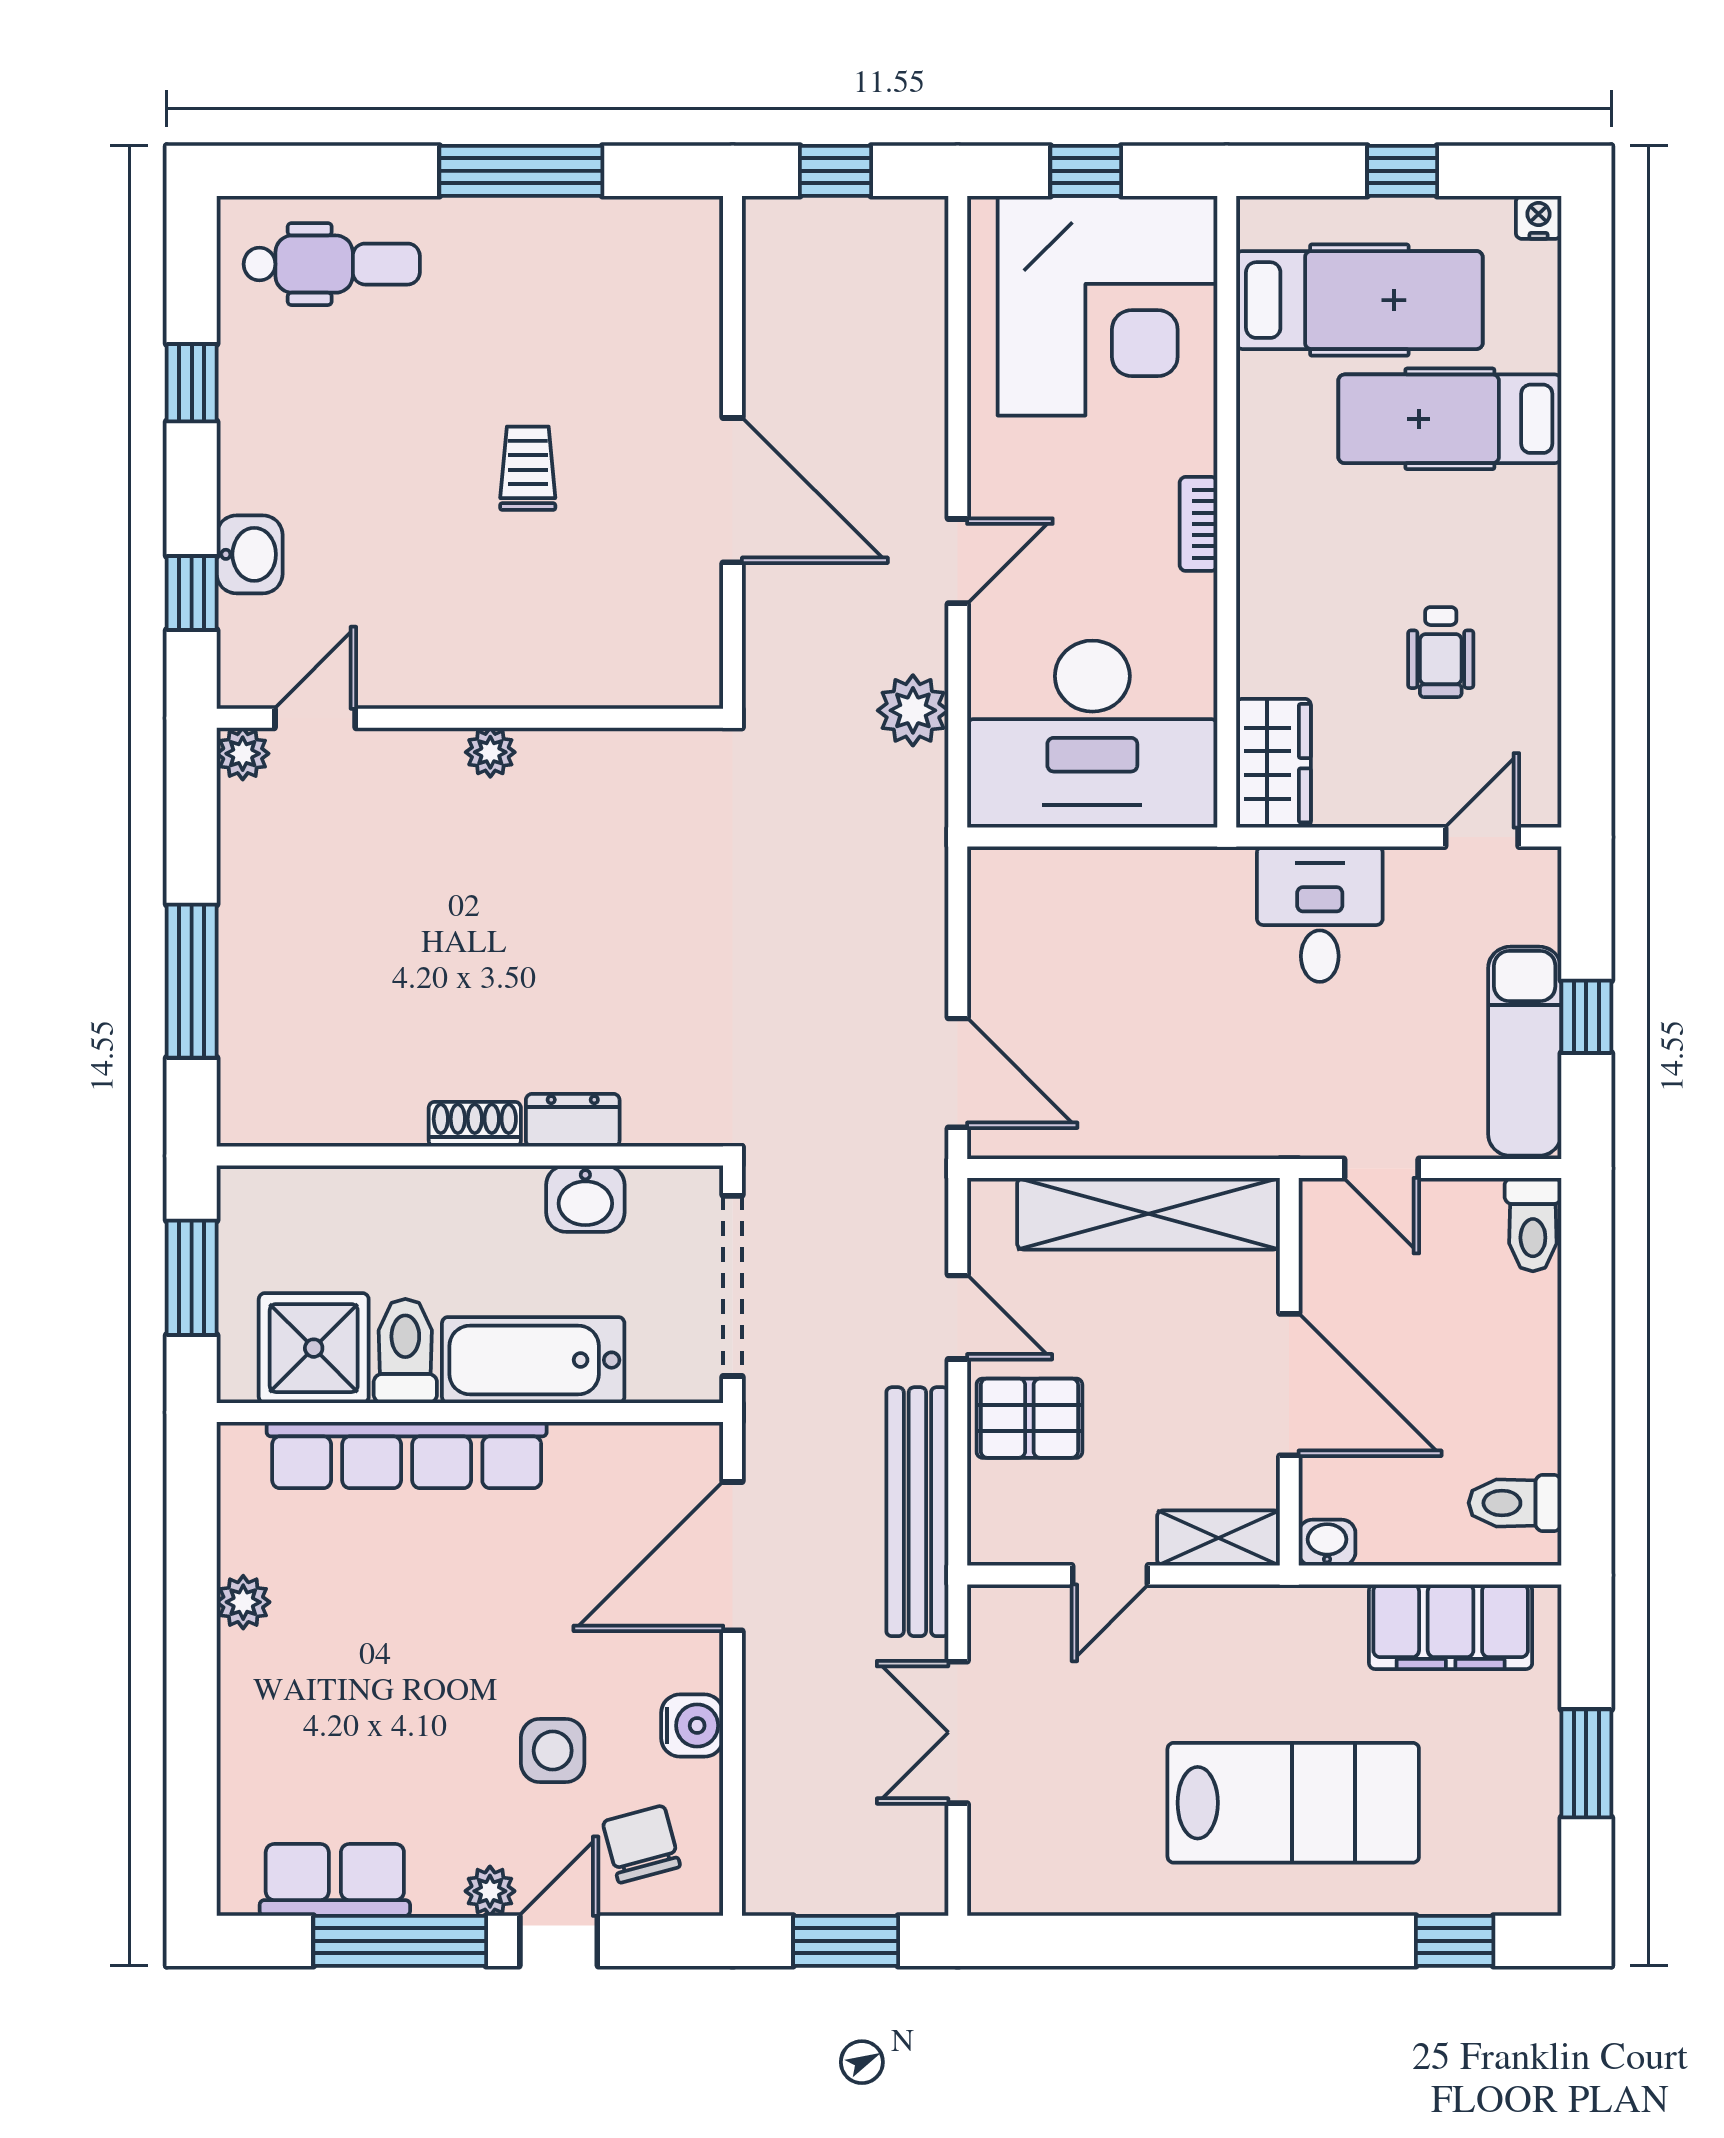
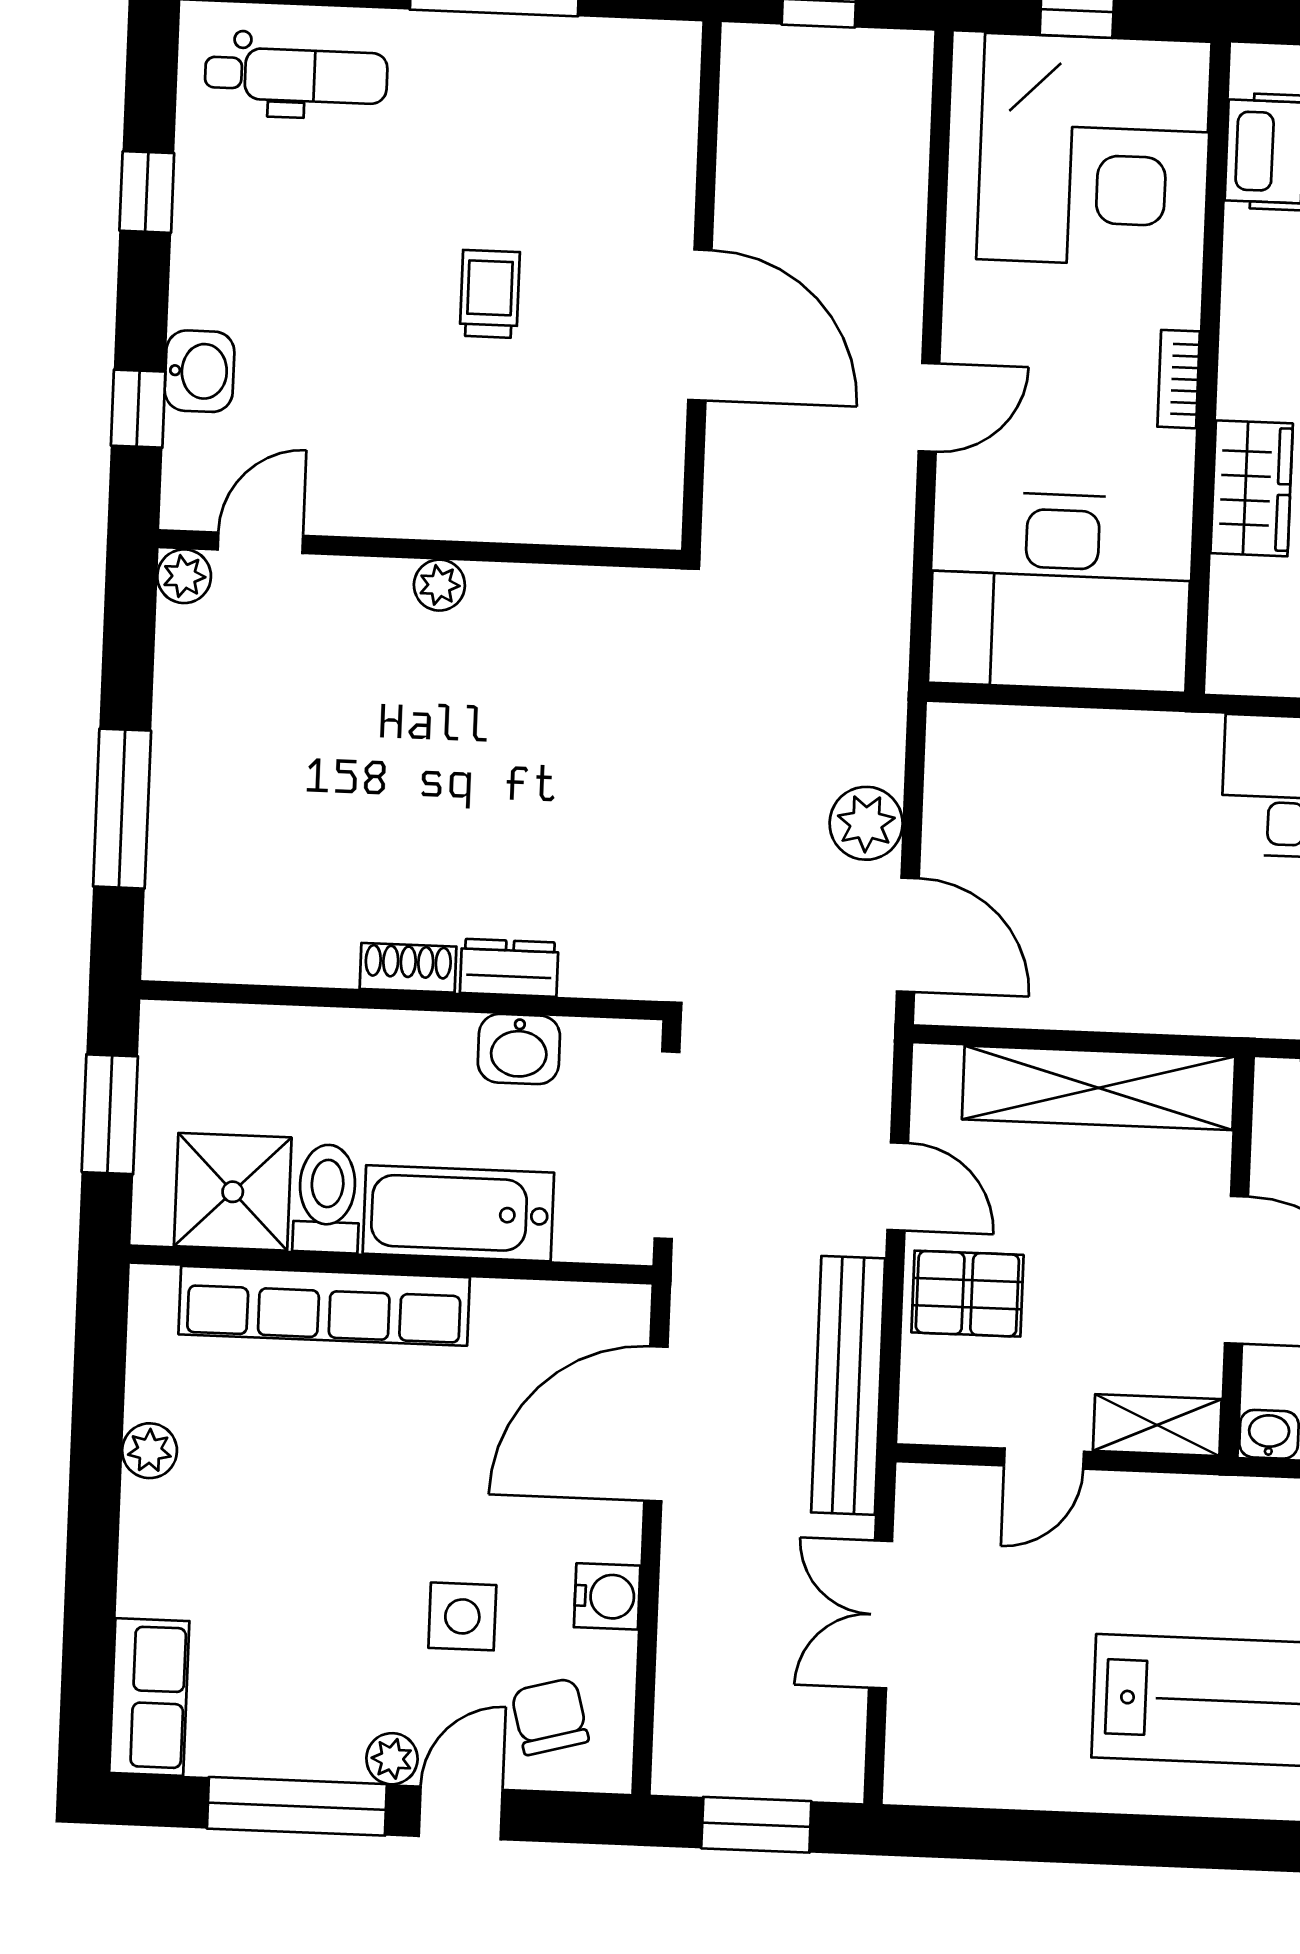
plant: (913, 710) -> (866, 823), moved
wardrobe: (1273, 763) -> (1252, 488), moved
row of seats: (335, 1880) -> (149, 1697), moved, turned 90

